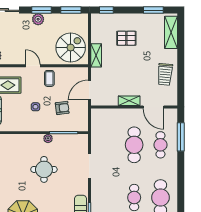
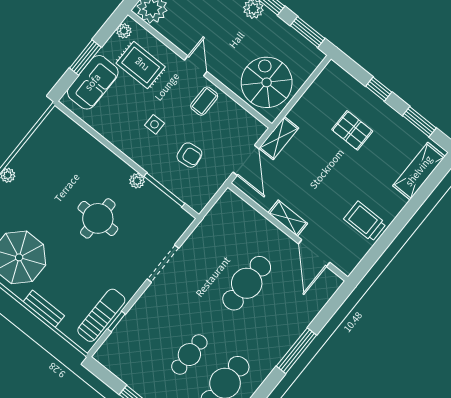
window: (106, 10) -> (379, 89), moved
spiral stairs: (71, 48) -> (267, 82), turned -90
shelving: (96, 55) -> (279, 138), moved
trolley: (165, 74) -> (365, 221), turned 85
door: (89, 90) -> (246, 160), swing flipped
window: (181, 137) -> (296, 351), moved
cafe table: (160, 145) -> (282, 312), removed

